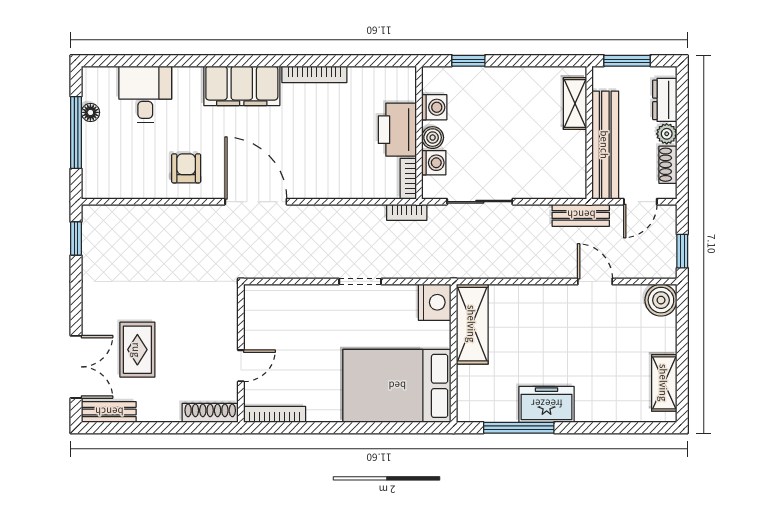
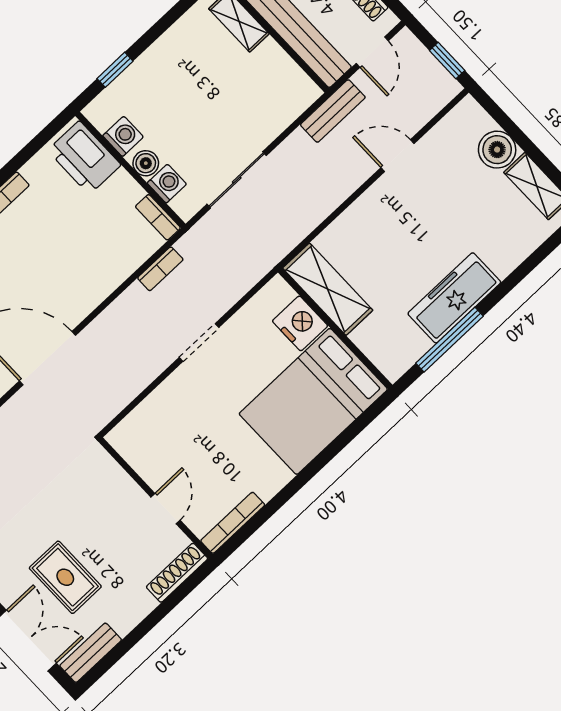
printer: (397, 130) -> (84, 158), moved
bookcase: (407, 212) -> (160, 269), moved
boiler: (661, 300) -> (497, 150), moved
nightstand: (435, 302) -> (300, 323), moved
freezer: (547, 404) -> (454, 298), width x1.40

